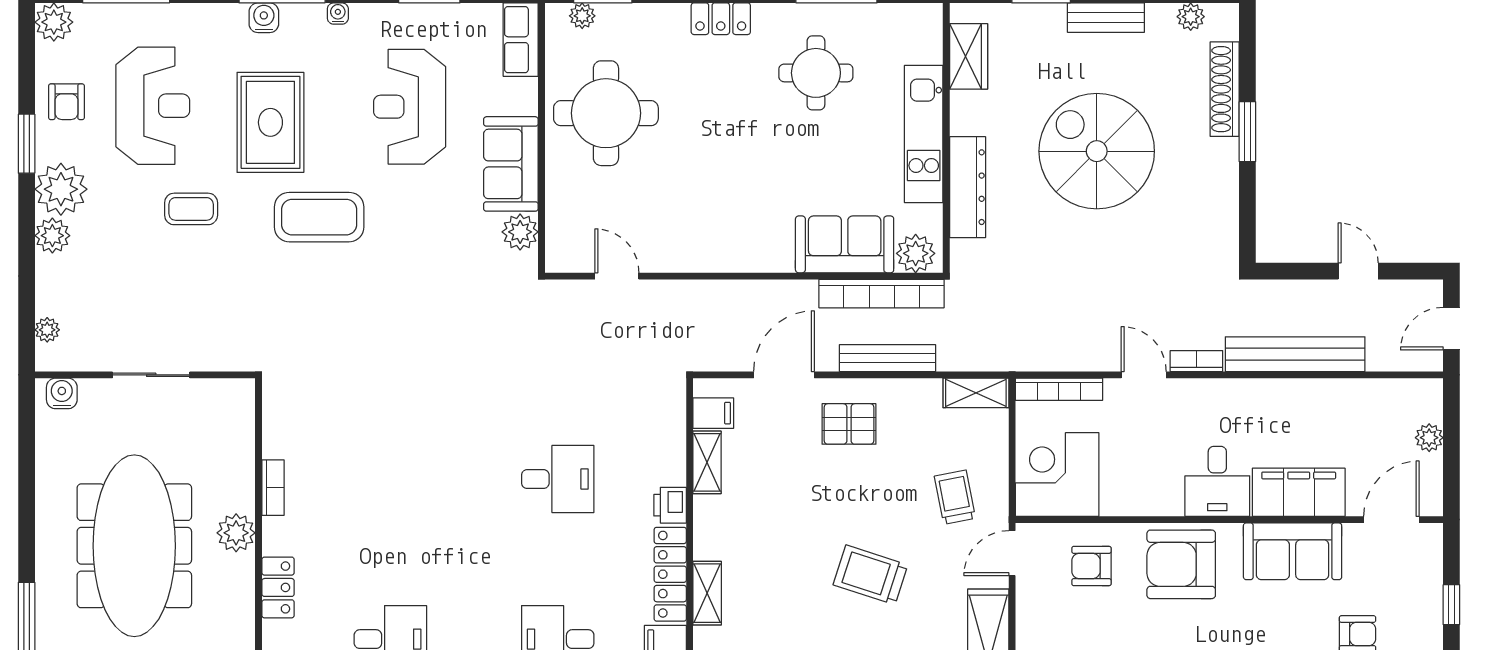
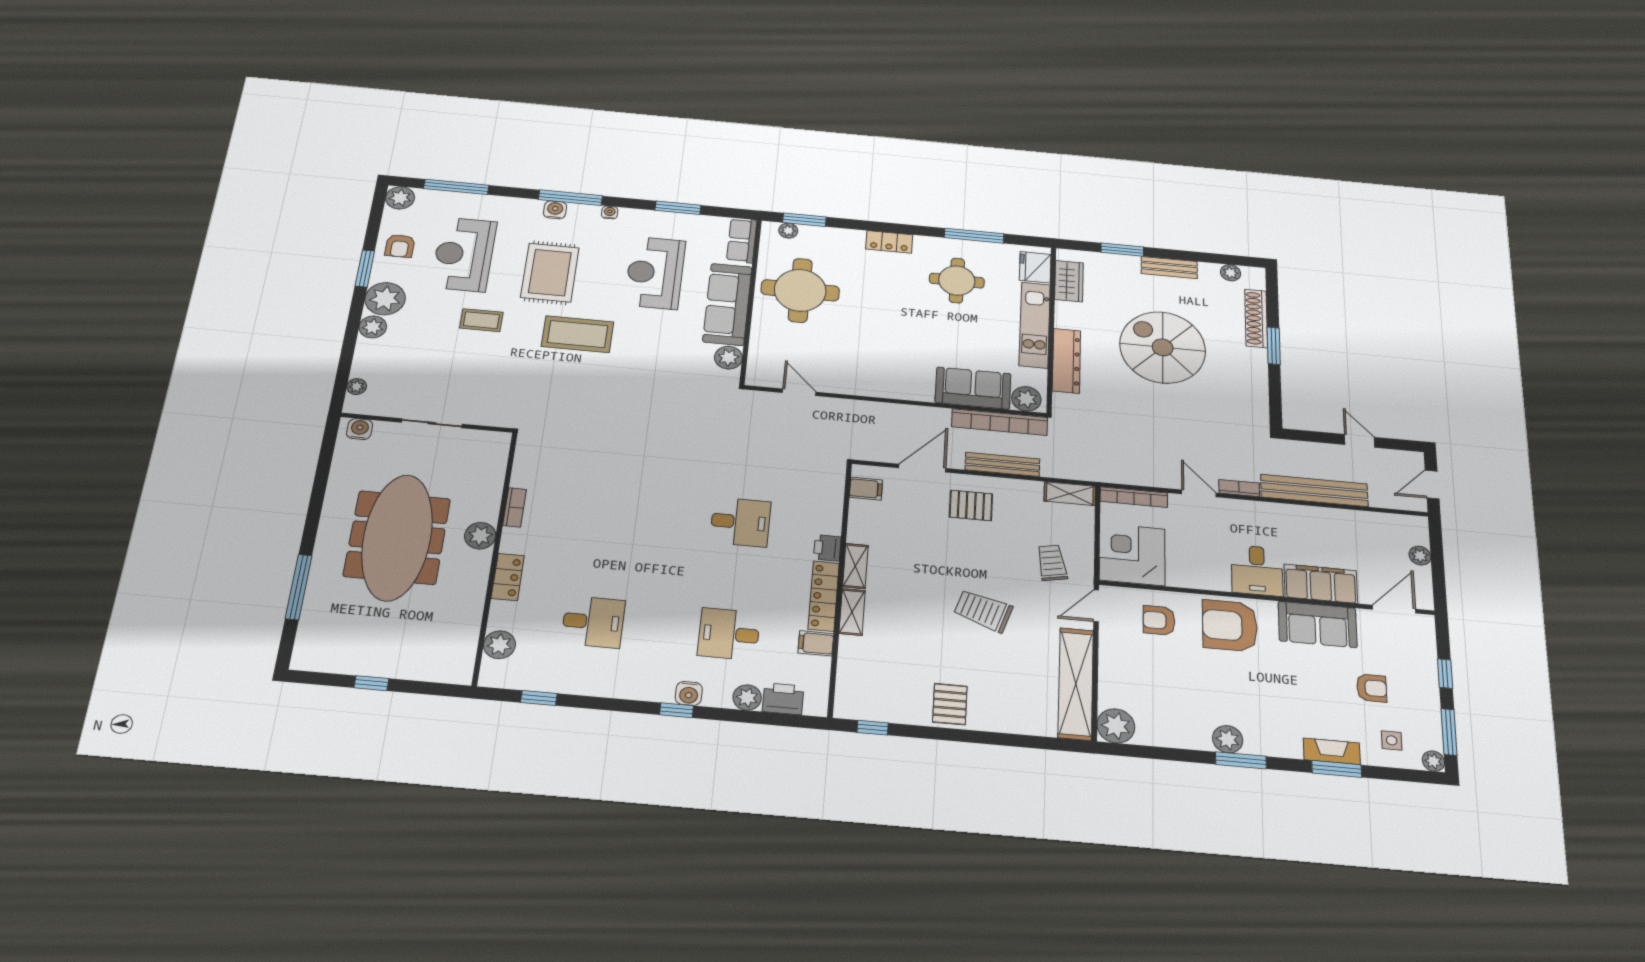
fridge: (922, 38) -> (1035, 267), added
reception desk: (153, 106) -> (464, 254), turned 180
sofa: (511, 164) -> (727, 304), width x1.36
shelving: (707, 462) -> (855, 566), moved

